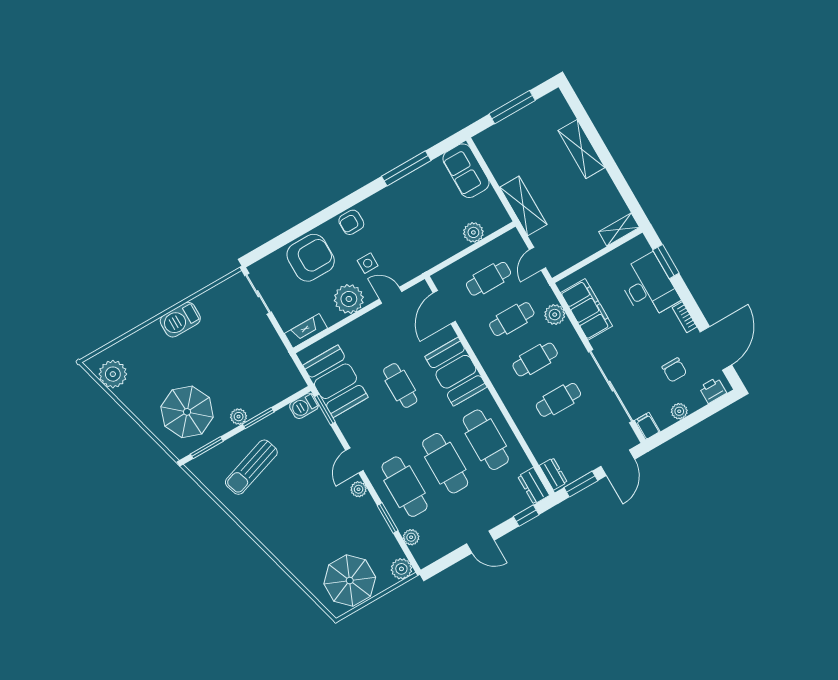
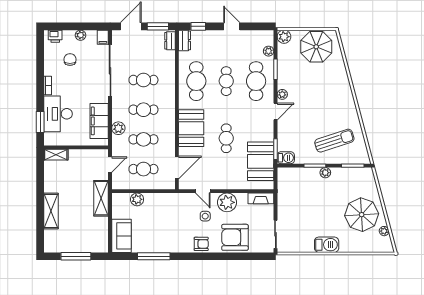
door: (716, 348) -> (40, 58), removed
plant: (113, 374) -> (384, 231), width x0.53, depth x0.53
parasol: (187, 412) -> (362, 215), moved
cafe table: (445, 463) -> (226, 81), width x0.73, depth x0.74

